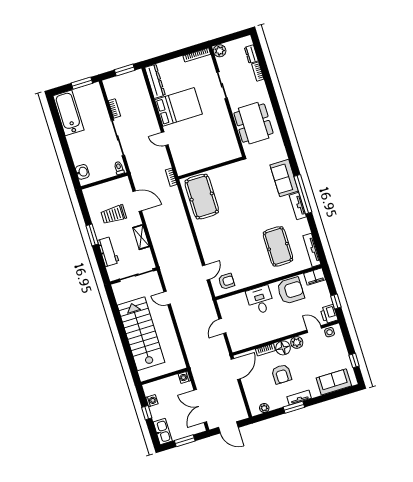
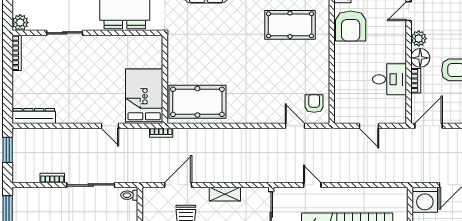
bed: (179, 107) -> (144, 96), moved
door: (165, 139) -> (110, 126), hinge flipped
armchair: (291, 291) -> (351, 26), turned 180
door: (167, 298) -> (312, 185), swing flipped
desk: (260, 300) -> (389, 79), moved, turned 180
door: (236, 369) -> (428, 126), hinge flipped
washing machine: (184, 377) -> (425, 200), width x1.89, depth x1.89

